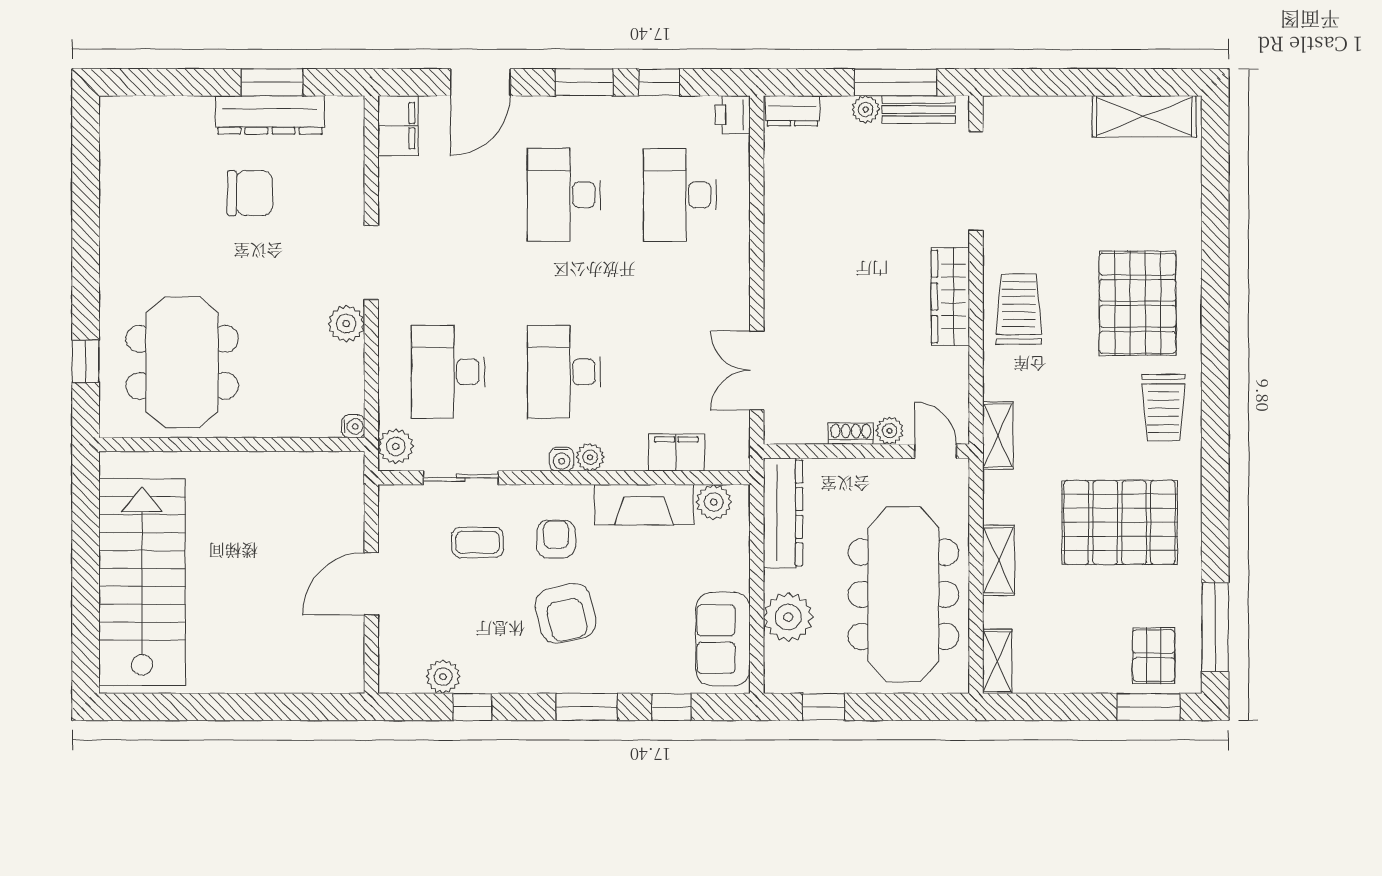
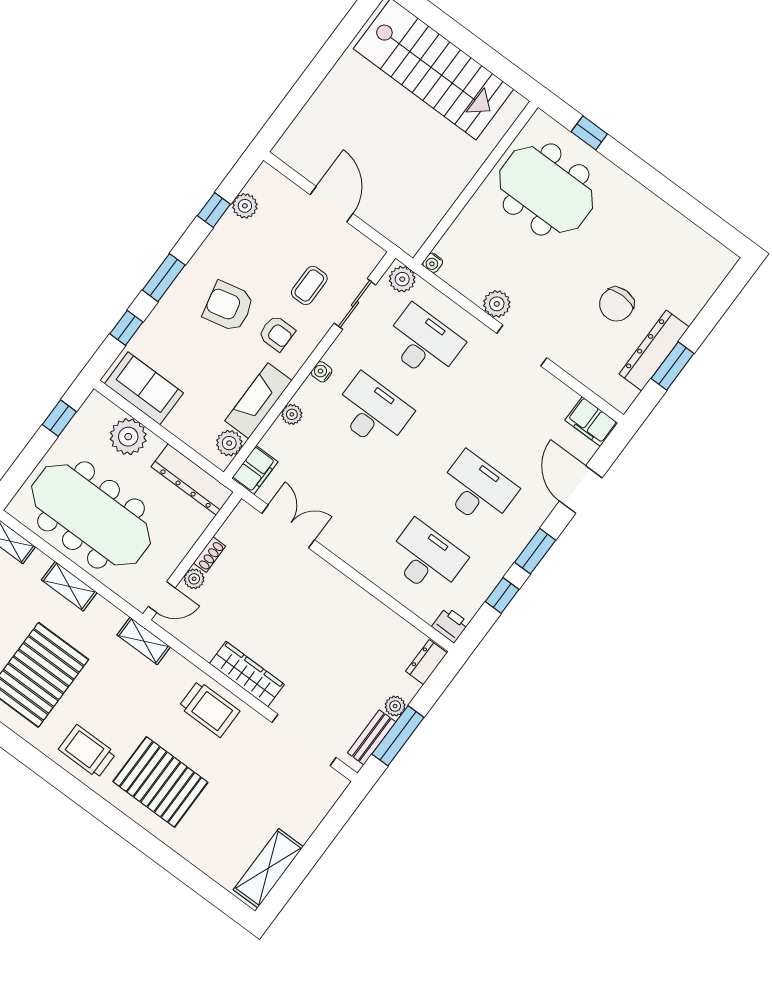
filing cabinet: (676, 452) -> (255, 470), moved
plant: (590, 457) -> (292, 414), moved

